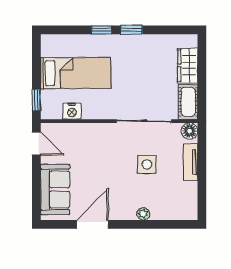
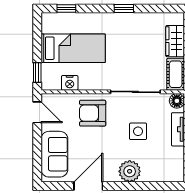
window: (102, 30) -> (66, 9), moved
armchair: (97, 144) -> (93, 113), added
plant: (143, 214) -> (130, 171), width x1.87, depth x1.87

